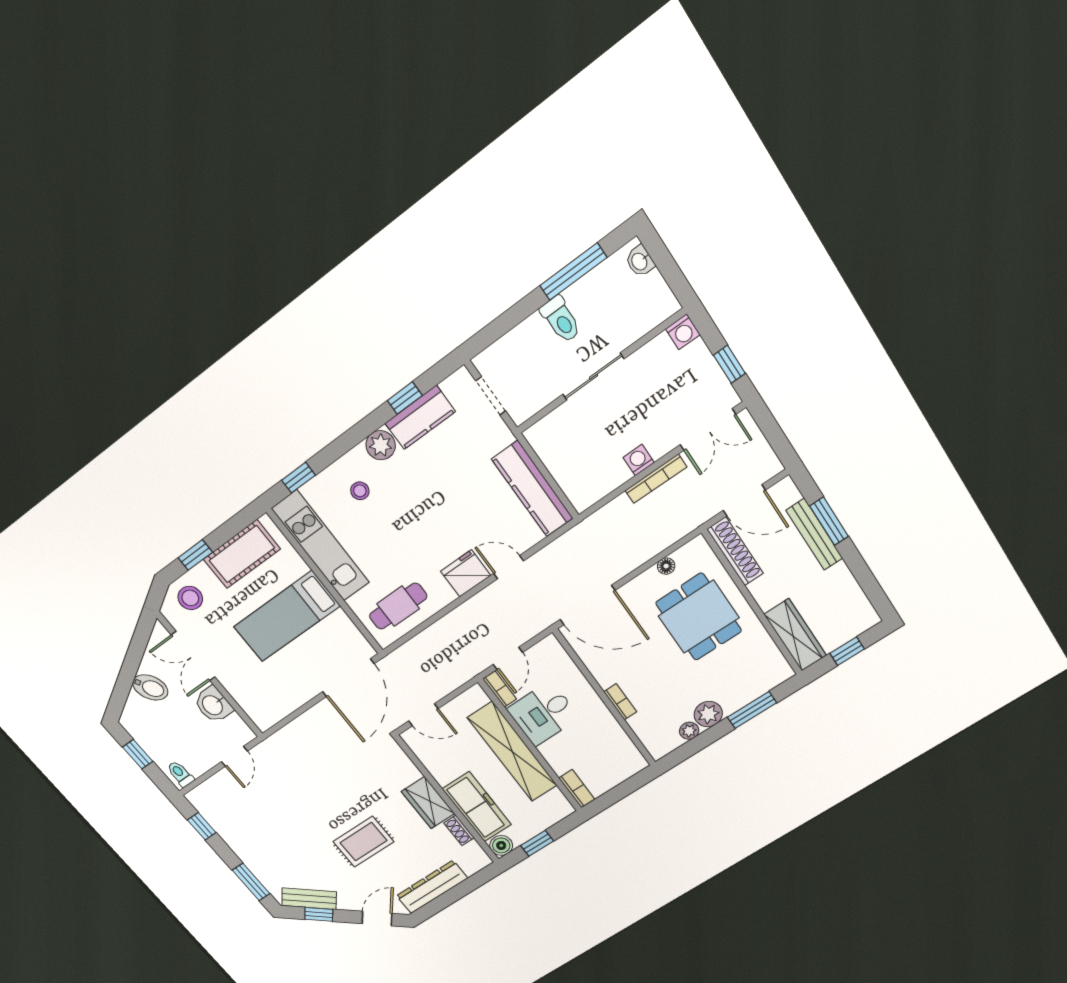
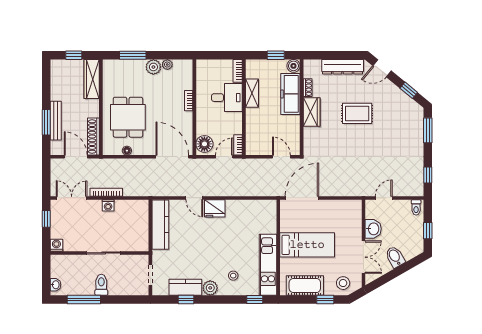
cafe table: (398, 606) -> (255, 215), removed
floor lamp: (551, 657) -> (204, 144), added
desk: (543, 713) -> (227, 98), moved
shelving: (512, 752) -> (252, 93), width x0.45, depth x0.75
bench: (309, 899) -> (407, 102), removed

